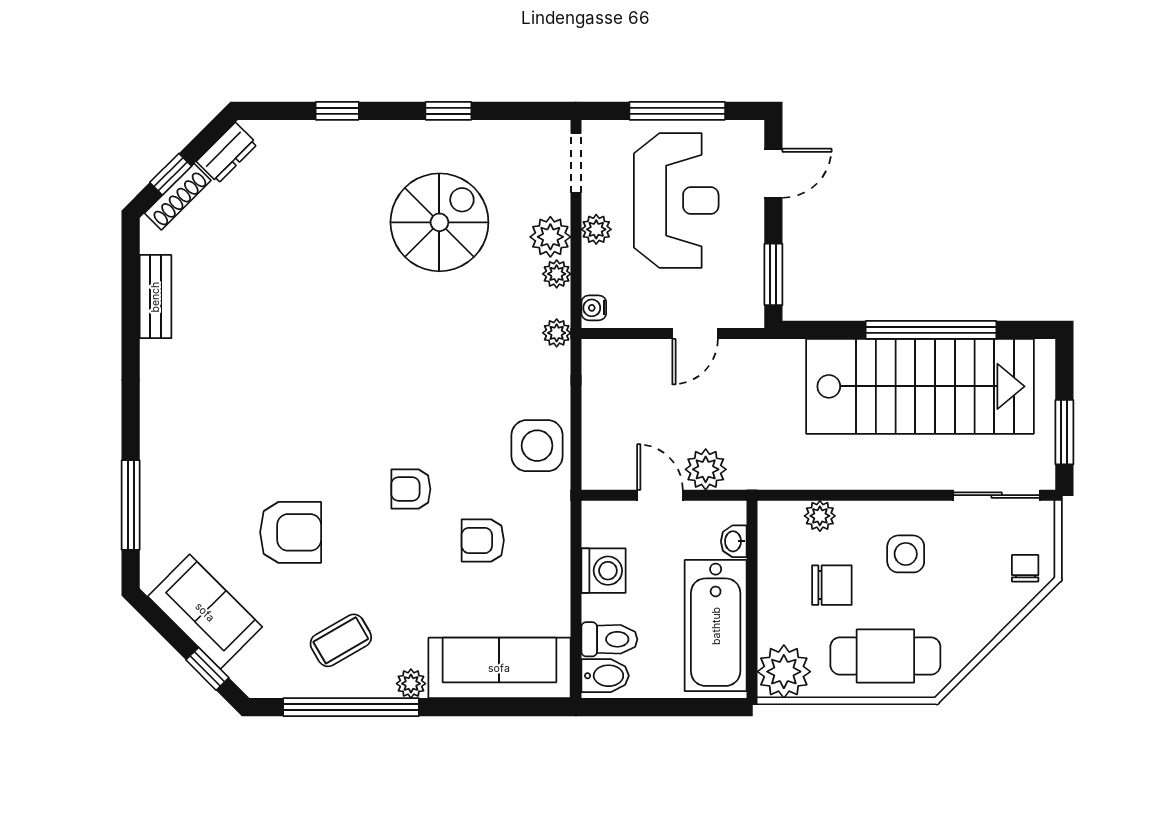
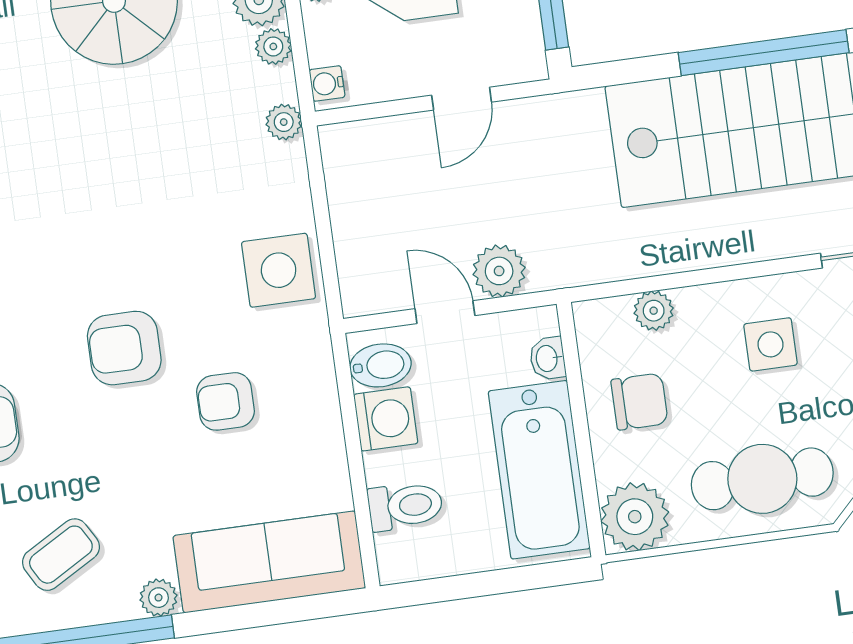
armchair: (411, 489) -> (124, 348), width x1.38, depth x1.38
chair: (832, 585) -> (639, 402), moved
bidet: (605, 676) -> (380, 365), moved

